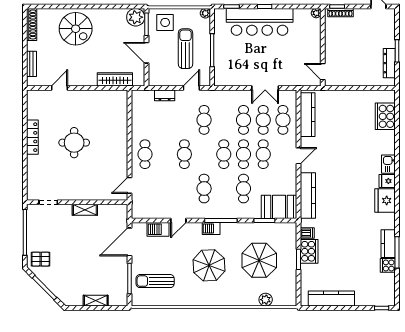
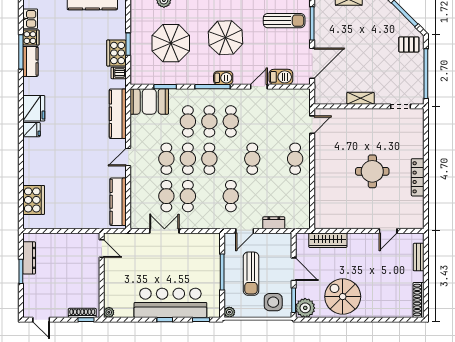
spiral stairs: (76, 29) -> (343, 297), moved
cafe table: (283, 120) -> (209, 121), moved
kitchen sink: (388, 164) -> (30, 19), moved

